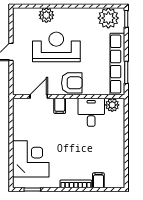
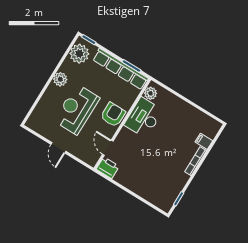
plant: (46, 15) -> (60, 79), moved
filing cabinet: (60, 106) -> (125, 136), removed
printer: (21, 108) -> (108, 168), added
desk: (91, 112) -> (144, 118), width x1.37
corner desk: (31, 159) -> (153, 185), removed

